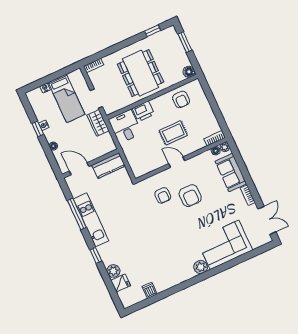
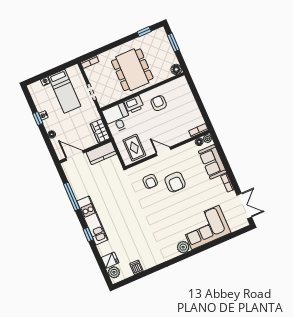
armchair: (181, 99) -> (159, 103), moved, turned 180
wardrobe: (98, 123) -> (100, 131), moved
rug: (173, 133) -> (134, 148), moved, turned 90
kitchen unit: (91, 220) -> (92, 220), moved
plant: (113, 271) -> (114, 272), moved

